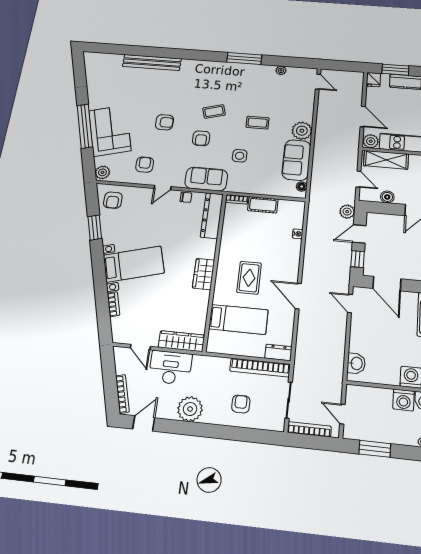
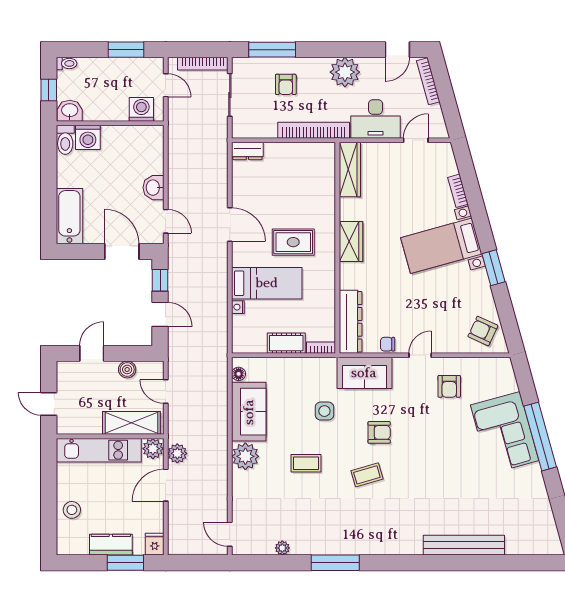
door: (363, 117) -> (166, 485), hinge flipped
armchair: (165, 122) -> (432, 452), removed
armchair: (201, 138) -> (379, 432), turned 90
plant: (102, 172) -> (504, 370), removed
armchair: (113, 200) -> (483, 331), turned -65
plant: (347, 212) -> (177, 453), moved
window: (95, 227) -> (494, 268), moved
door: (359, 234) -> (160, 314), hinge flipped
rug: (249, 278) -> (293, 242), turned 90
bed: (238, 319) -> (267, 283), moved, turned 180
wardrobe: (181, 341) -> (350, 169), moved, turned -90
door: (140, 347) -> (416, 140), hinge flipped
washbasin: (356, 363) -> (153, 188), moved
bookcase: (260, 368) -> (314, 130), moved
washing machine: (404, 400) -> (141, 109), moved
window: (249, 435) -> (272, 50), added

